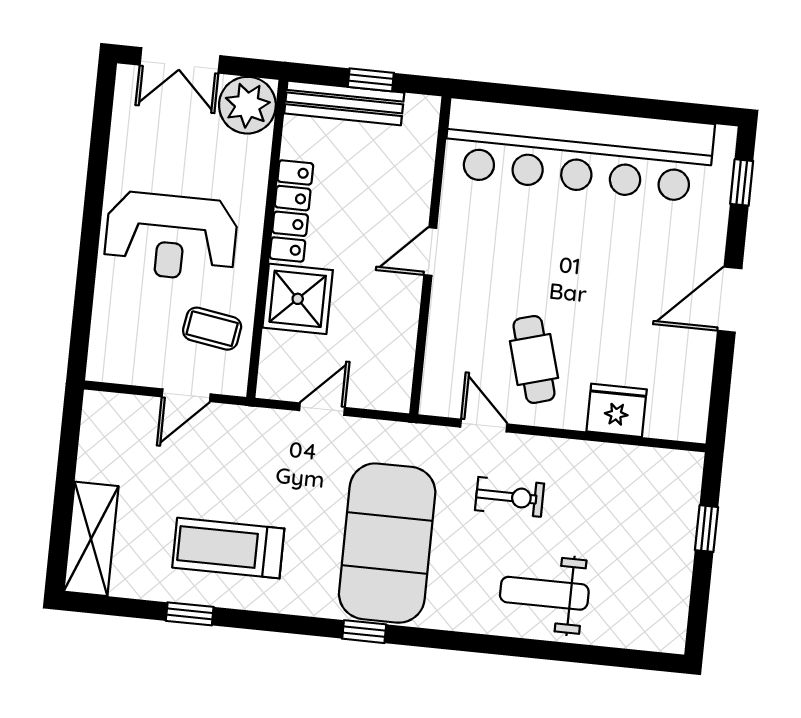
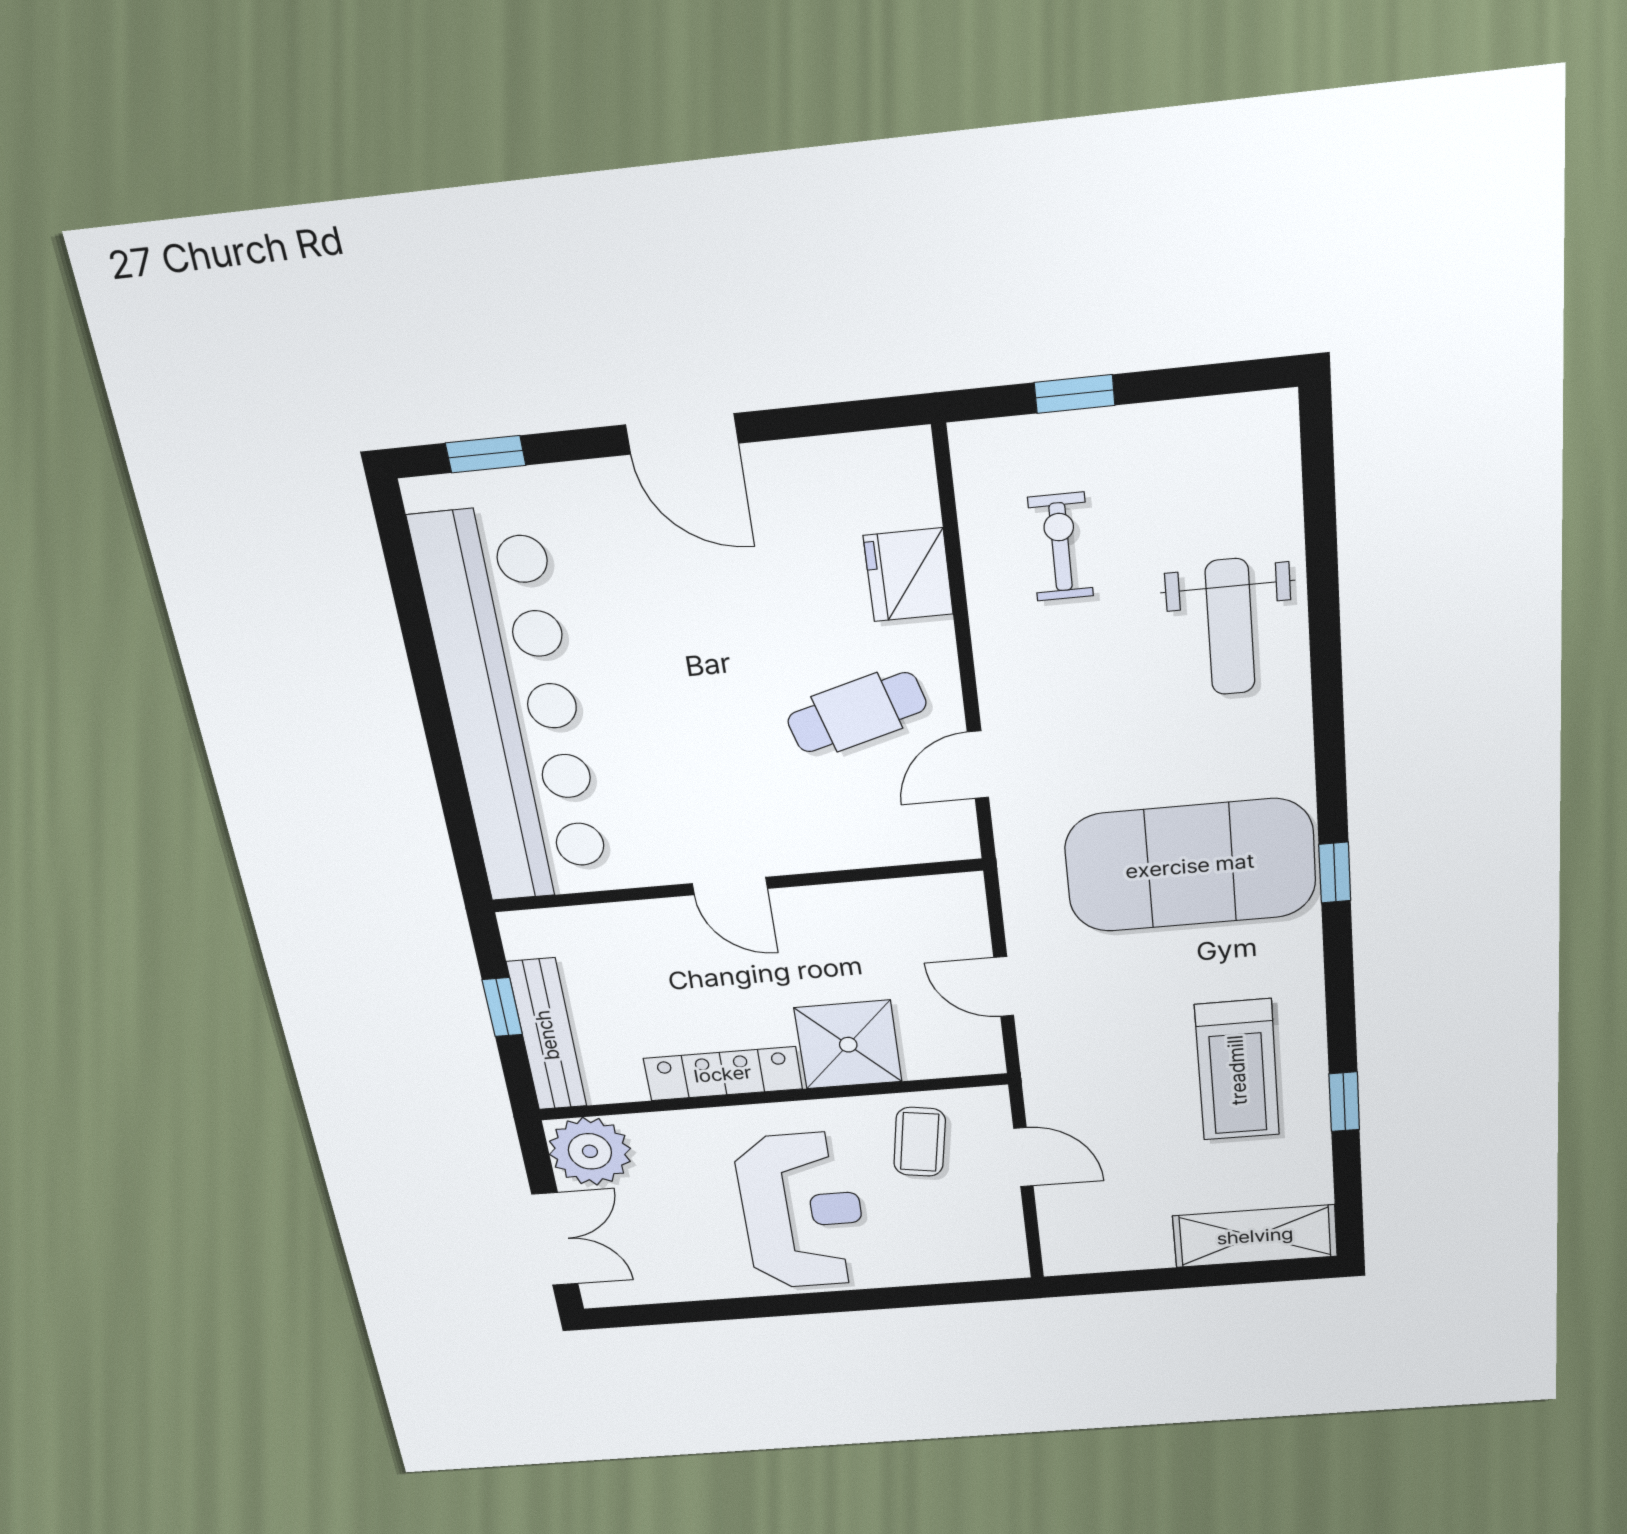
exercise bike: (510, 497) -> (1061, 547), moved

